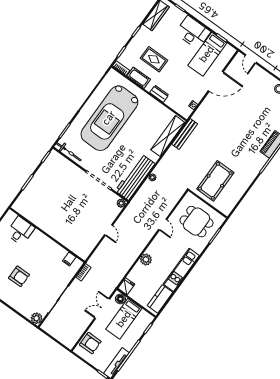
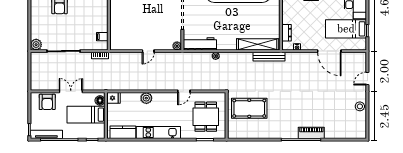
door: (251, 59) -> (367, 79), moved
dresser: (159, 94) -> (287, 33), moved
workbench: (135, 177) -> (200, 44), width x0.73, depth x0.76
double door: (102, 308) -> (71, 91), moved

